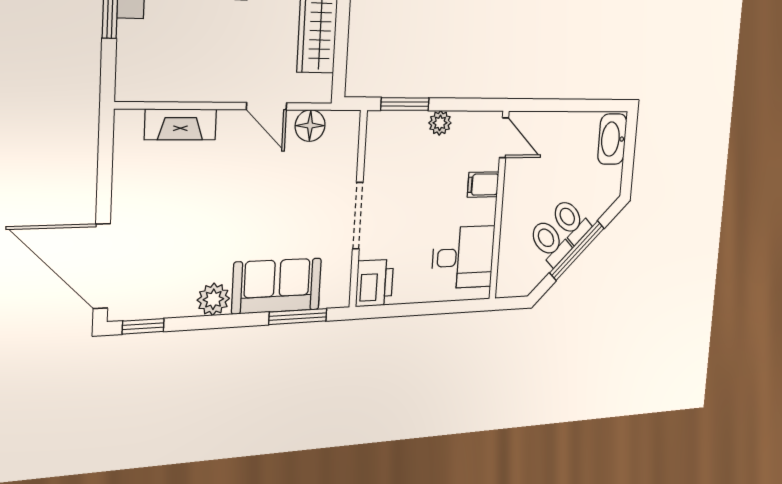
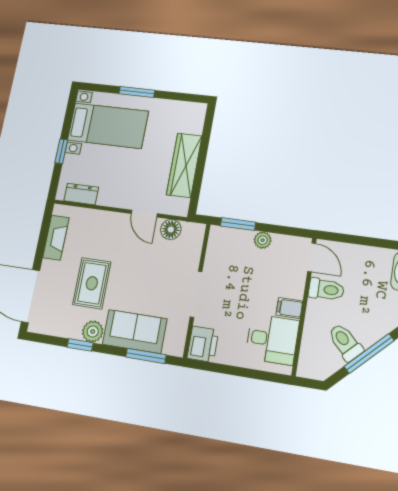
dresser: (158, 87) -> (81, 194), added
fireplace: (181, 124) -> (56, 238), moved, turned -90
filing cabinet: (483, 185) -> (289, 308), moved
toilet: (571, 221) -> (326, 289), moved, turned 135
rug: (200, 228) -> (92, 283), added
window: (143, 326) -> (80, 345), moved

